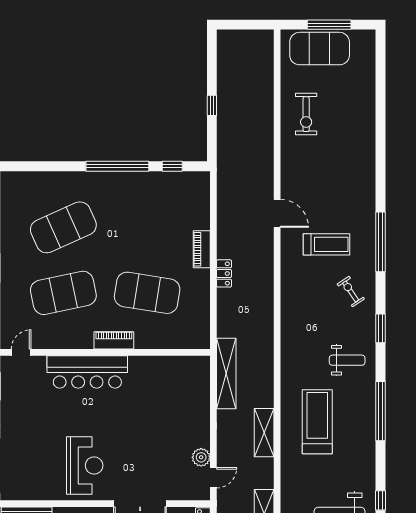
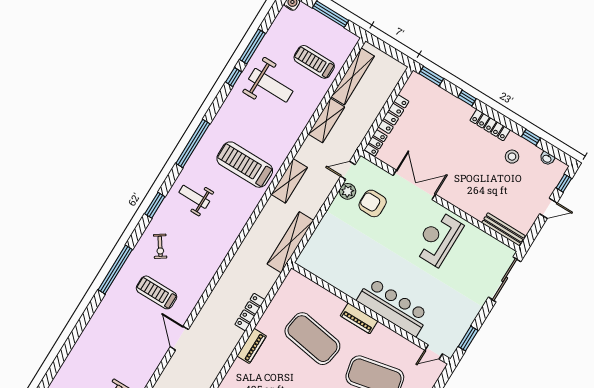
locker: (224, 273) -> (250, 312), width x1.53
treadmill: (317, 422) -> (245, 165), turned 90
armchair: (169, 461) -> (373, 203), added

